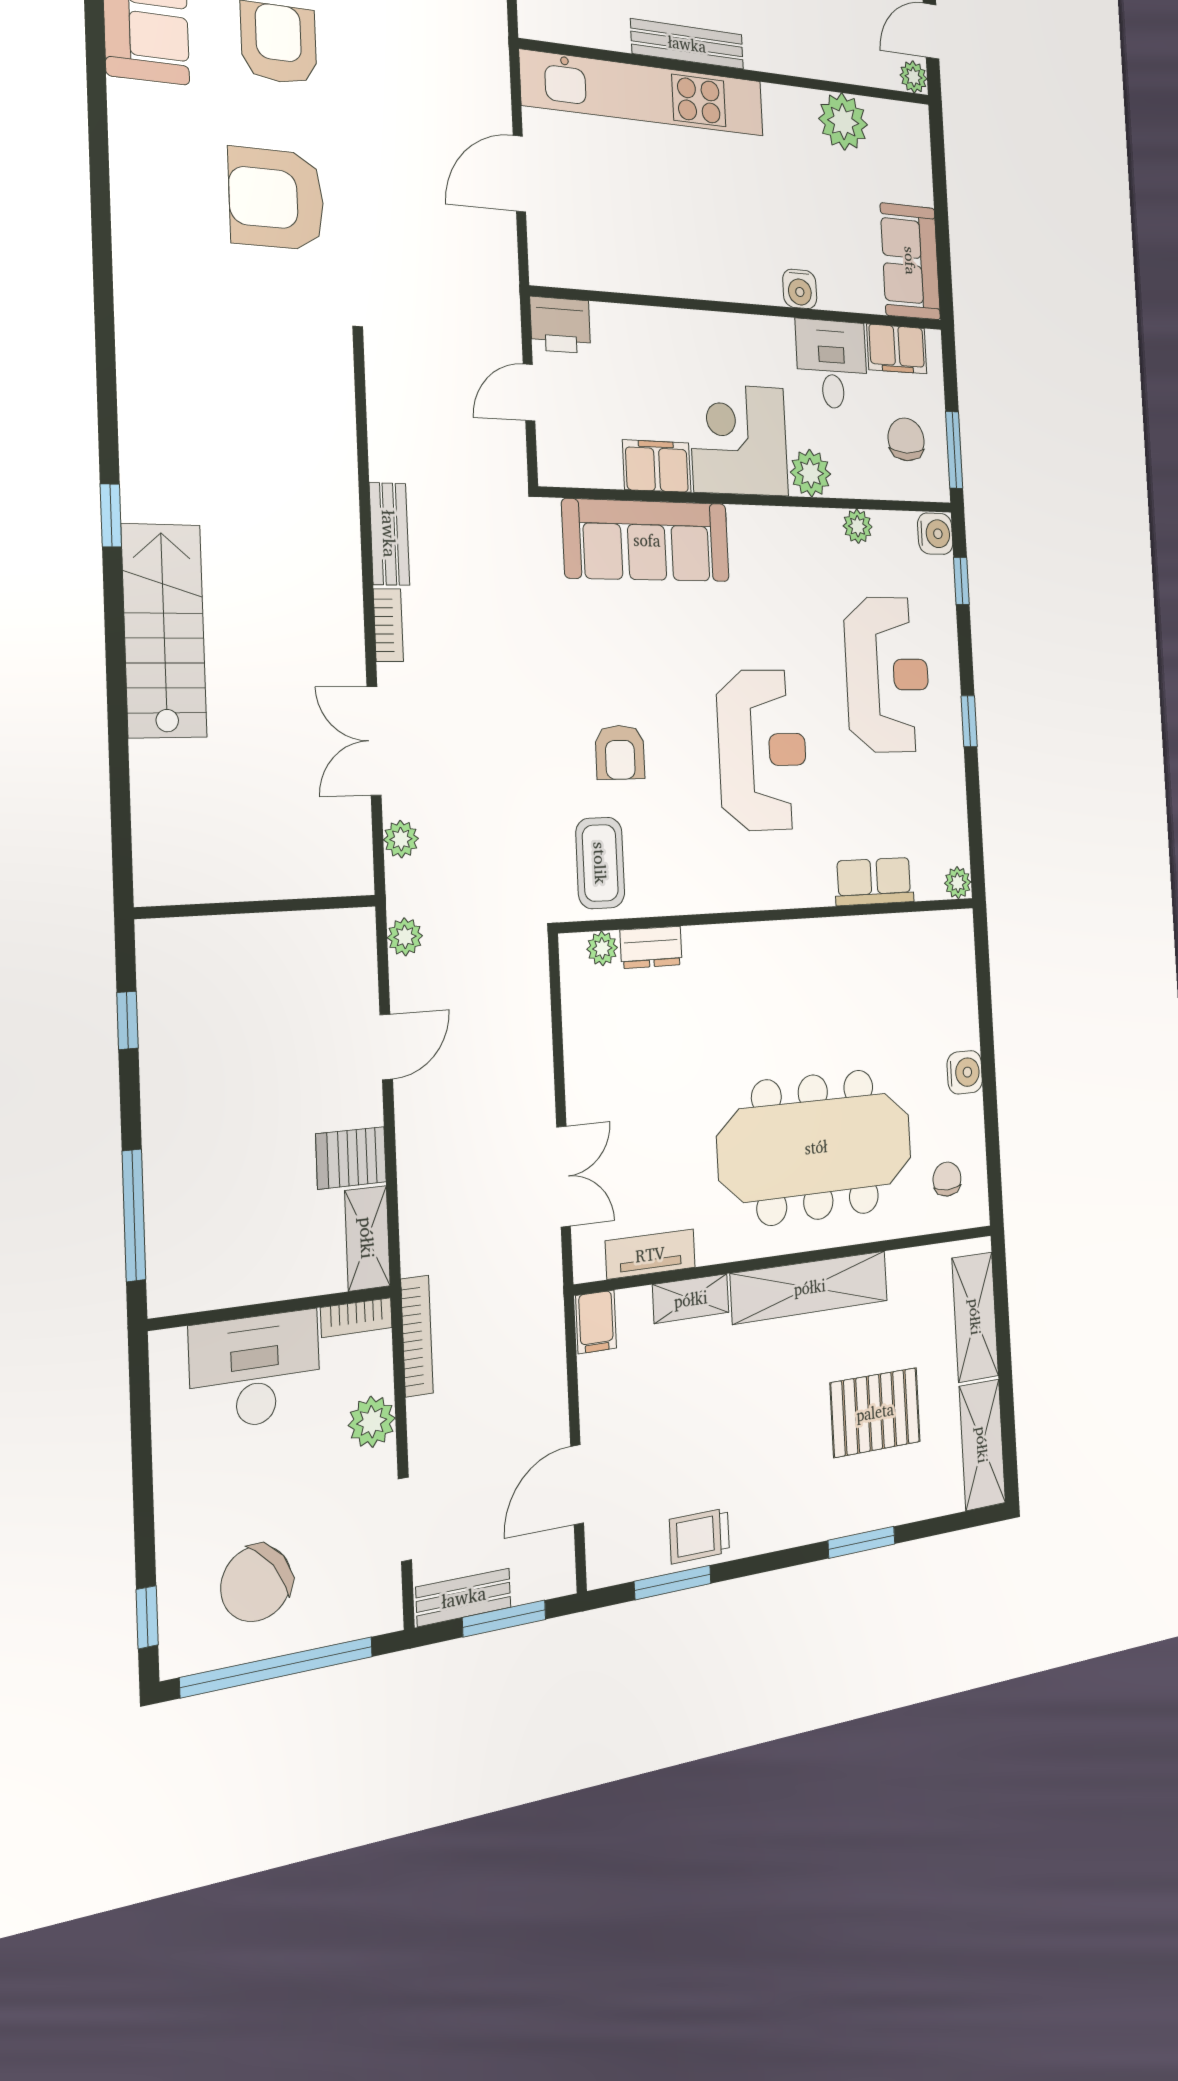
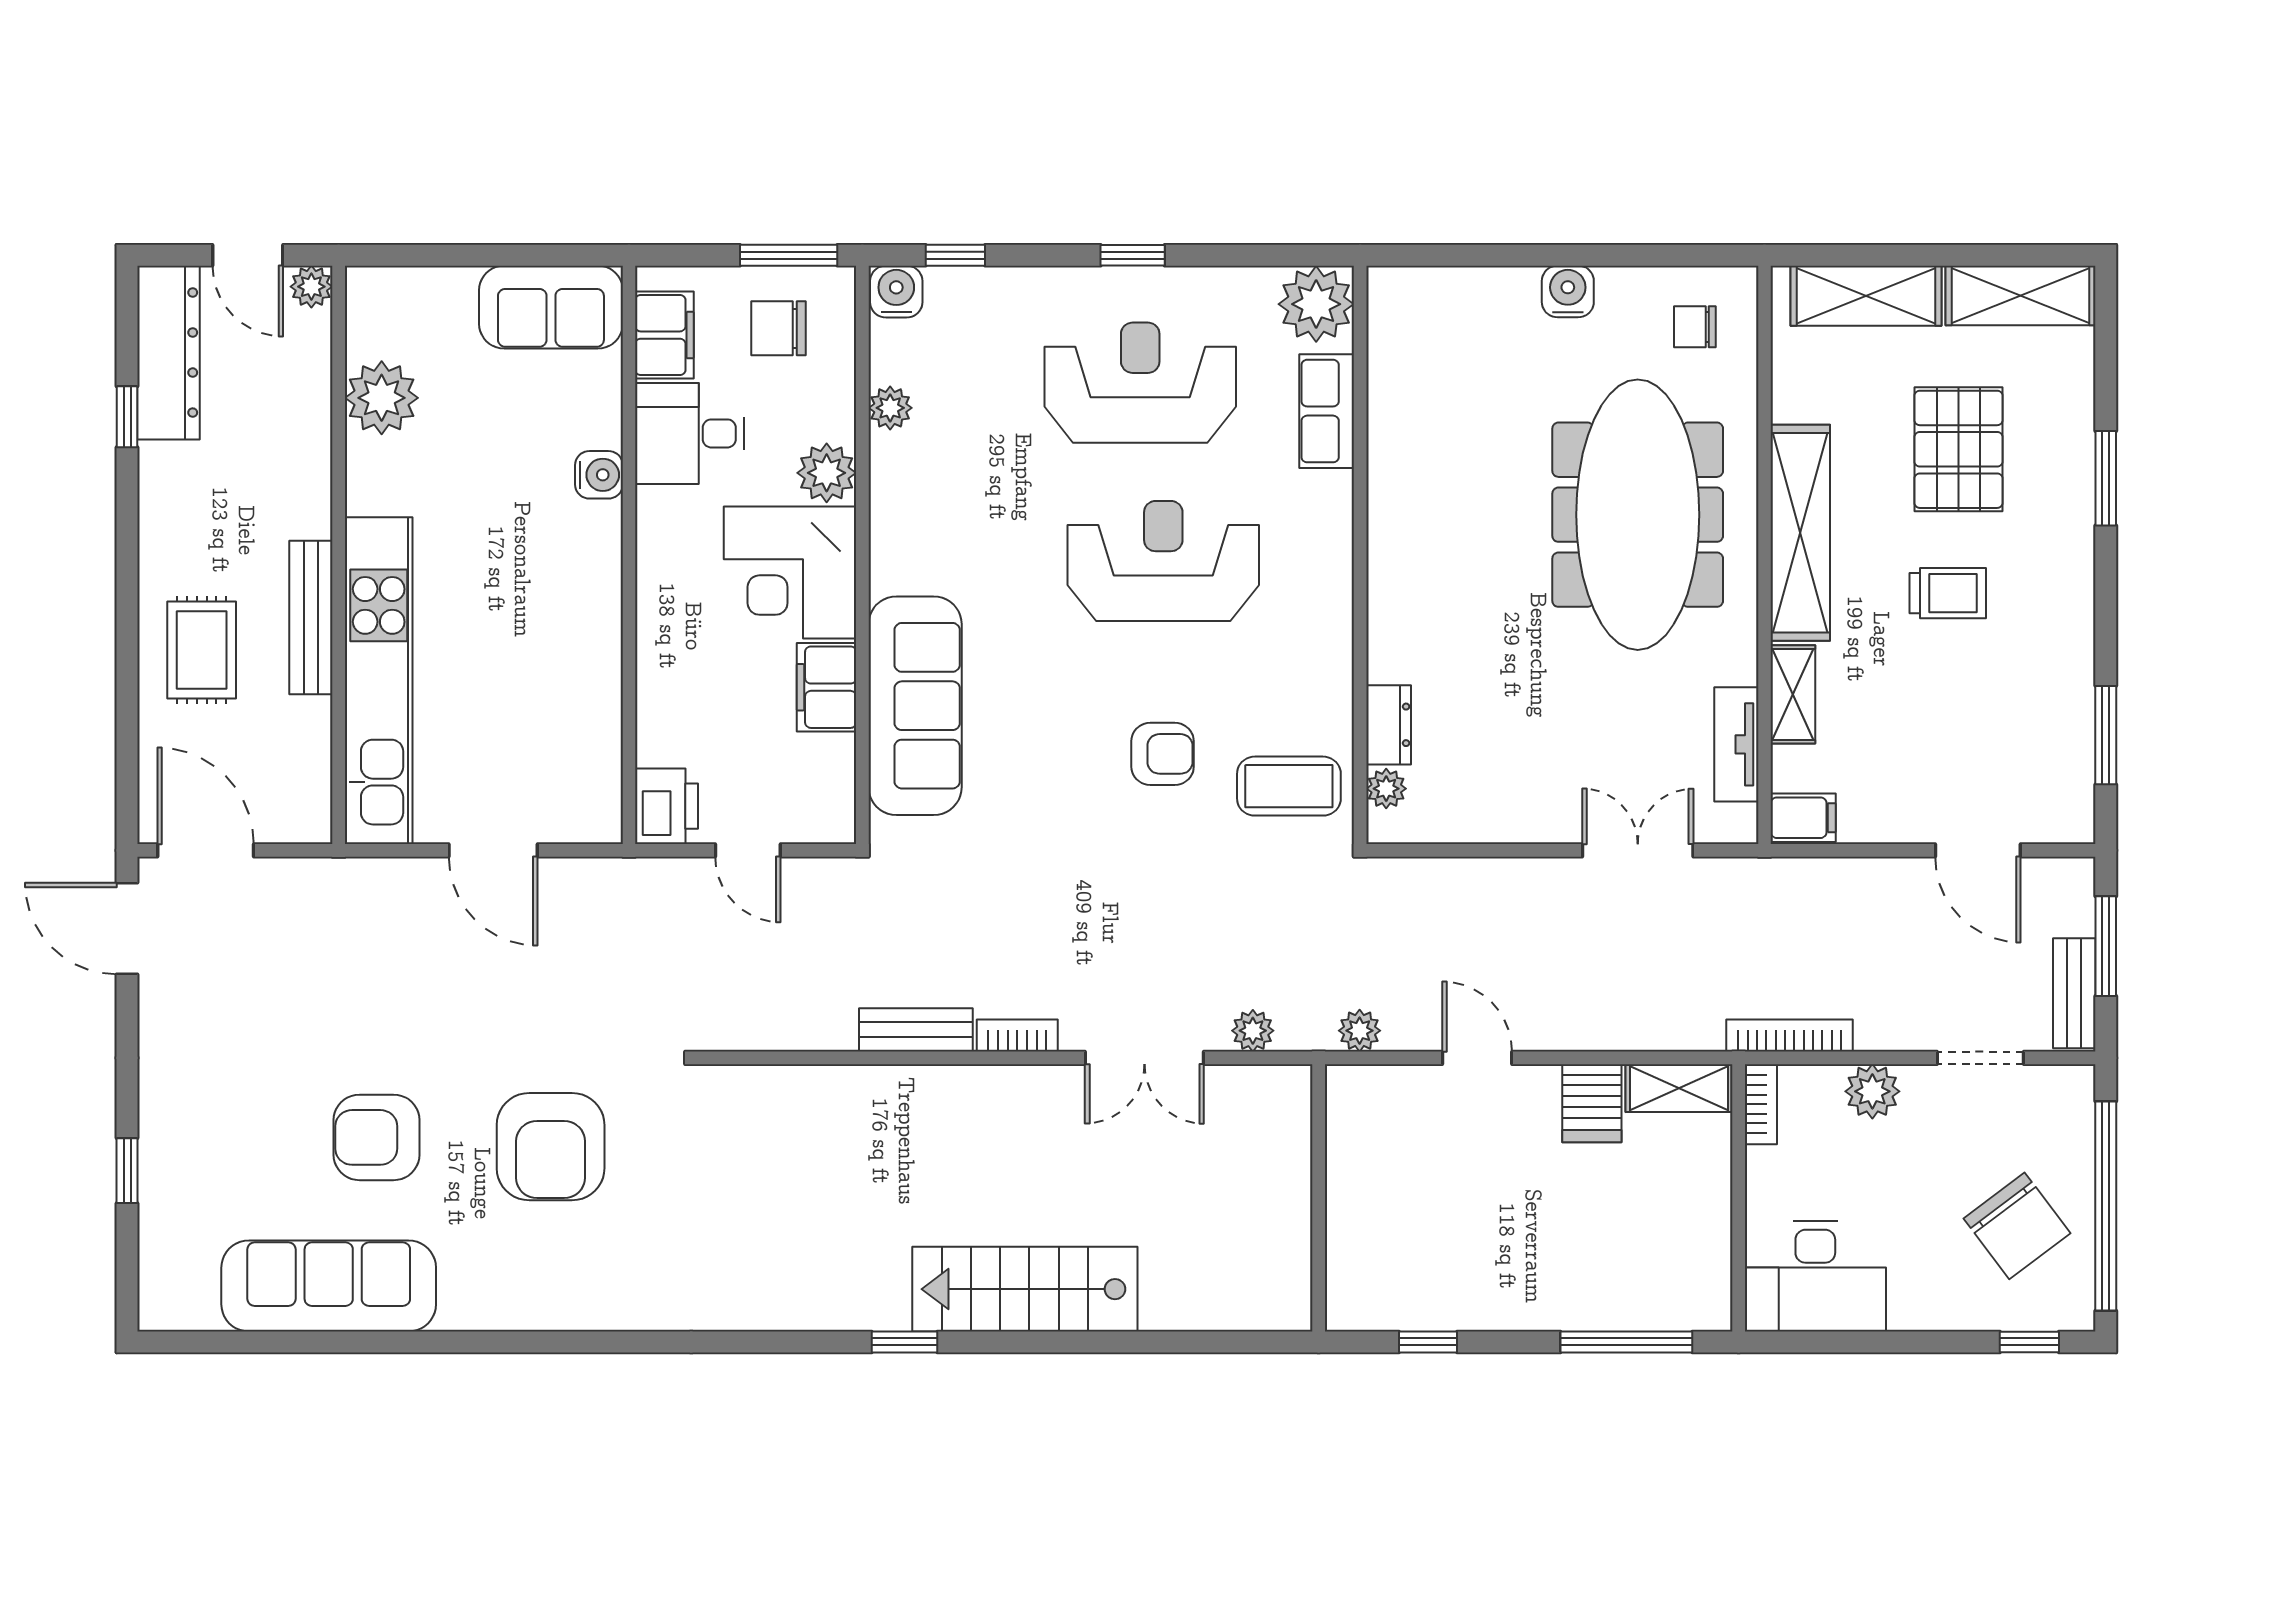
reception desk: (887, 675) -> (1140, 383), moved
plant: (958, 883) -> (1316, 304), width x1.88, depth x1.88
desk: (255, 1370) -> (1815, 1276), moved, turned -90
trolley: (699, 1536) -> (1948, 593), moved, turned -90

